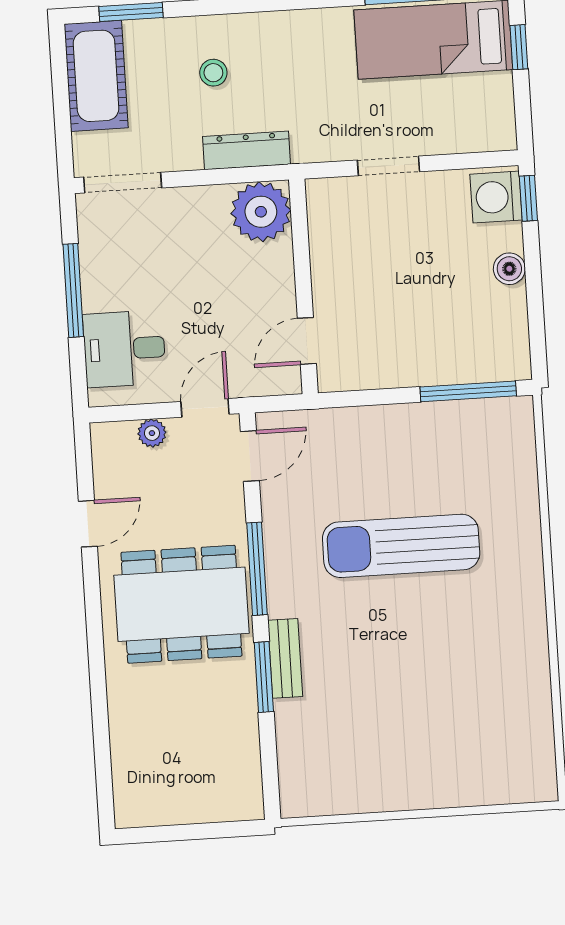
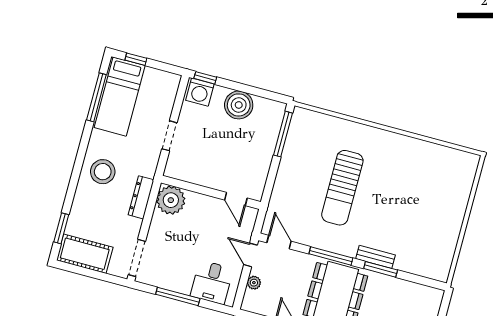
stool: (213, 73) -> (103, 172), moved, width x1.89, depth x1.89
boiler: (509, 269) -> (239, 105), width x1.86, depth x1.86

